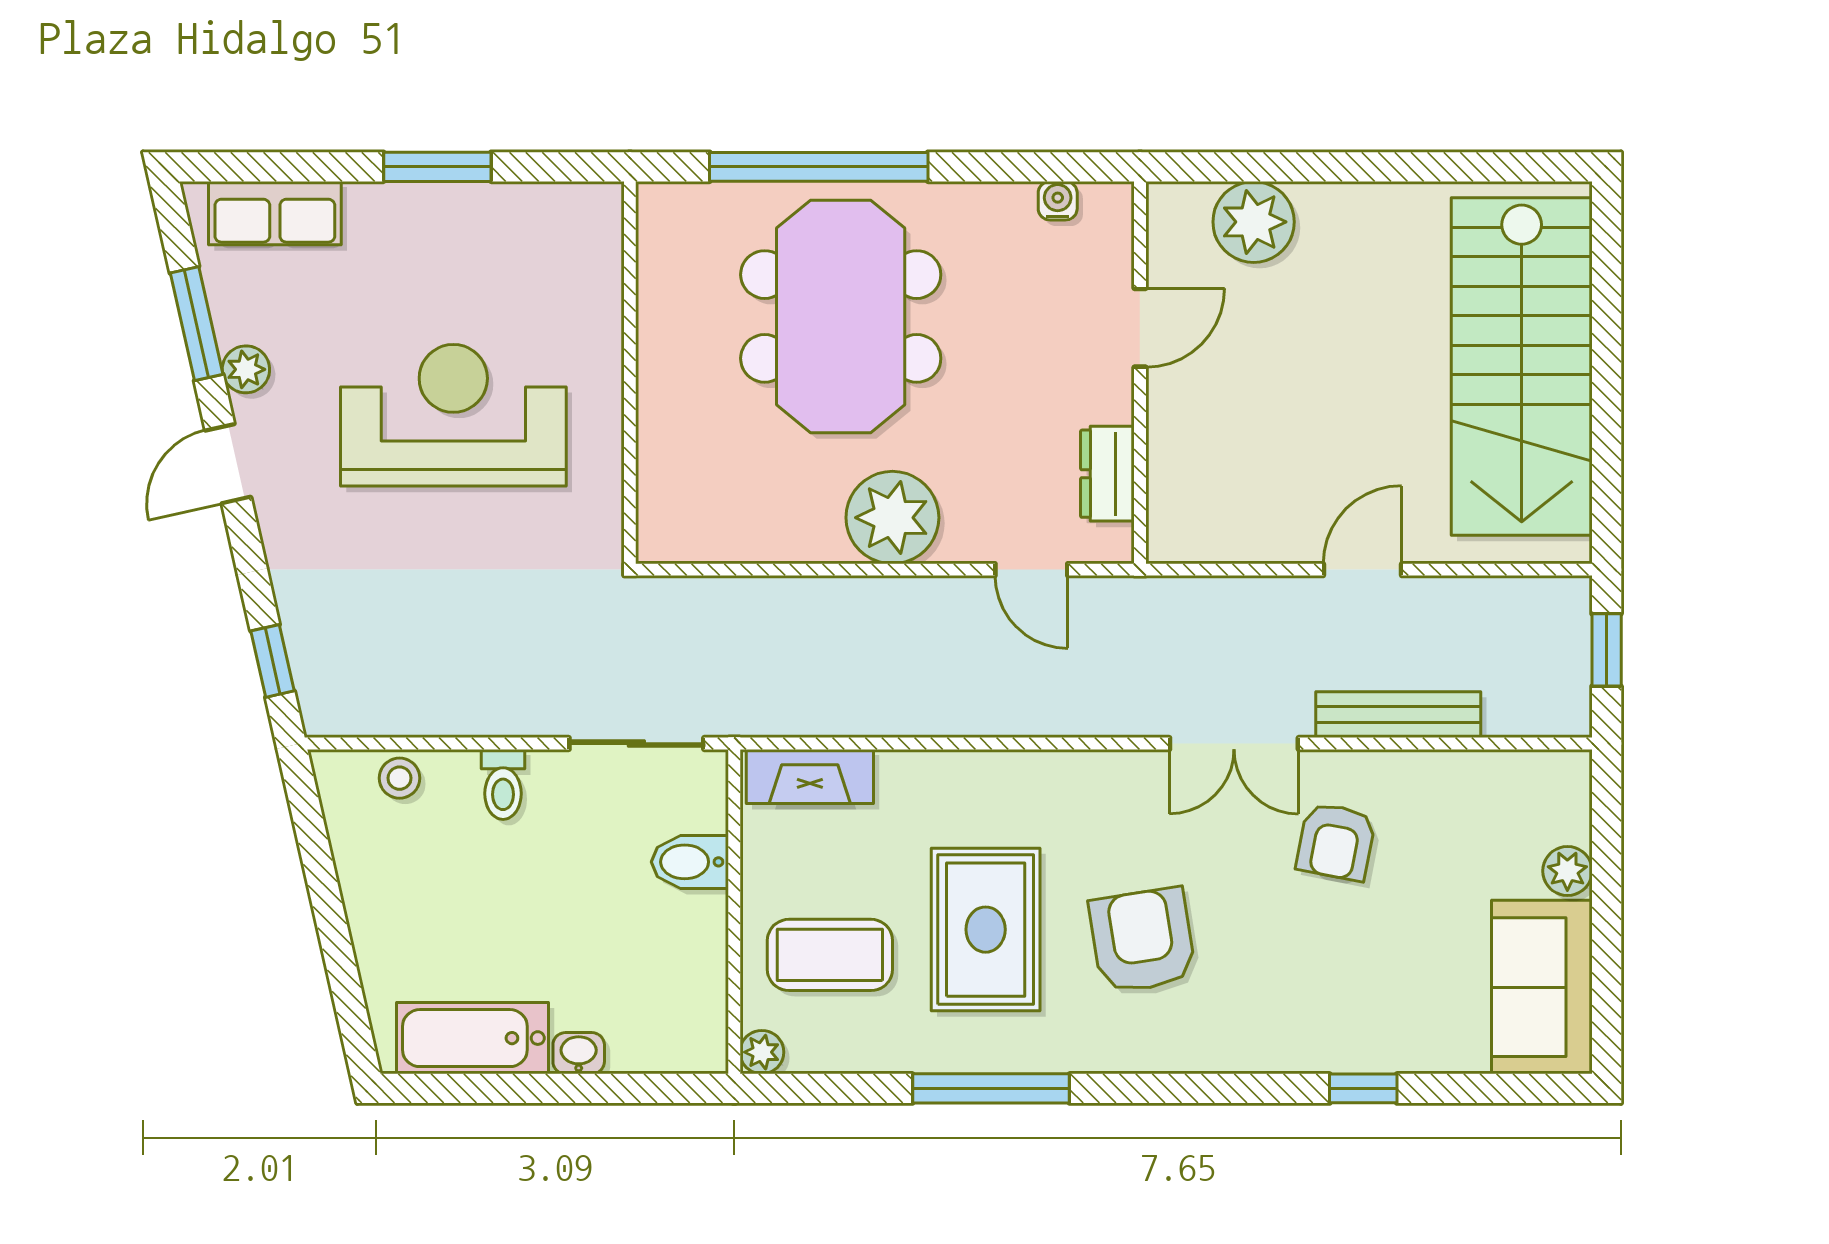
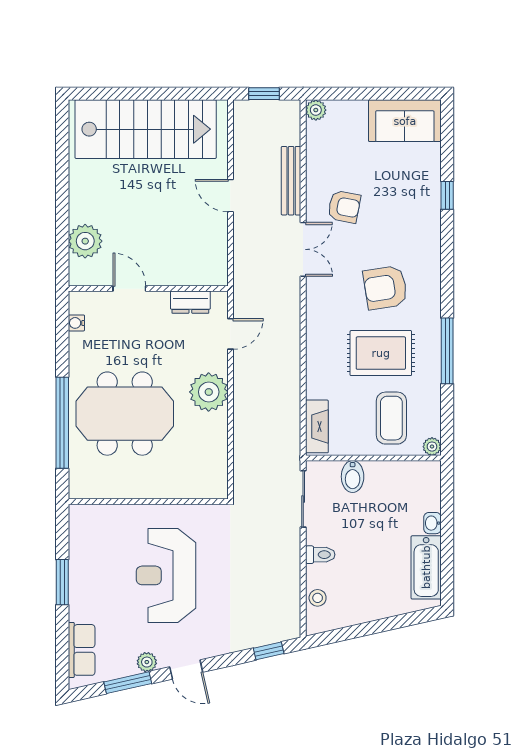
plant: (1567, 871) -> (316, 110), moved

